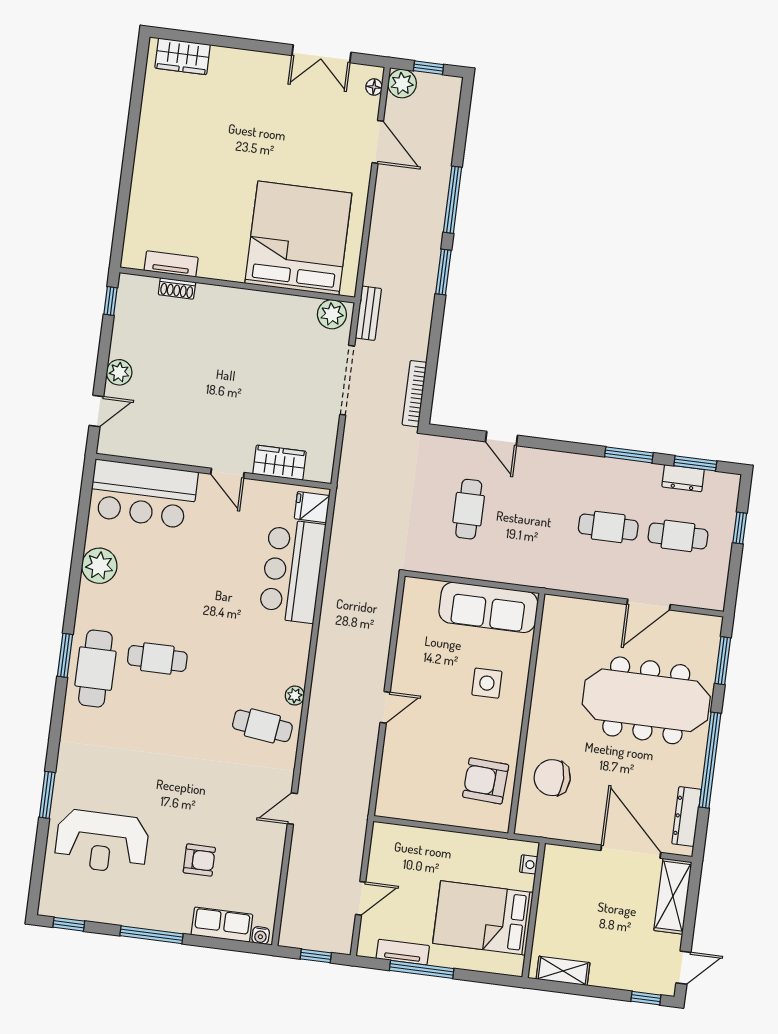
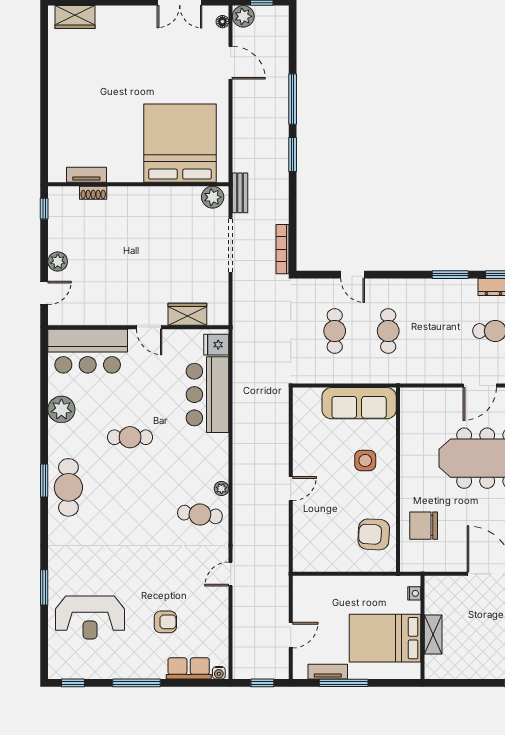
cafe table: (608, 527) -> (388, 331), moved, turned 90
cafe table: (157, 658) -> (130, 437), moved
shelving: (563, 971) -> (433, 634), moved, turned 90

